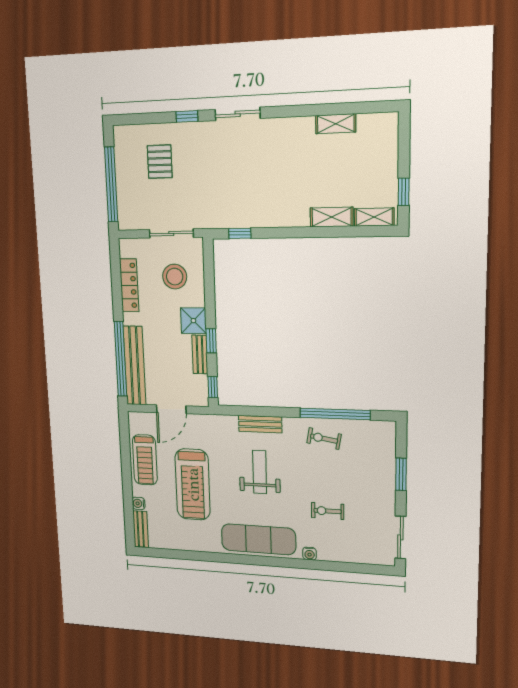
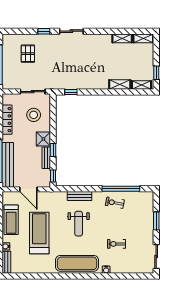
shelving: (378, 122) -> (143, 38), added
door: (171, 409) -> (28, 189), hinge flipped
weight bench: (260, 472) -> (79, 224), turned 180
treadmill: (193, 484) -> (39, 233), turned 180

